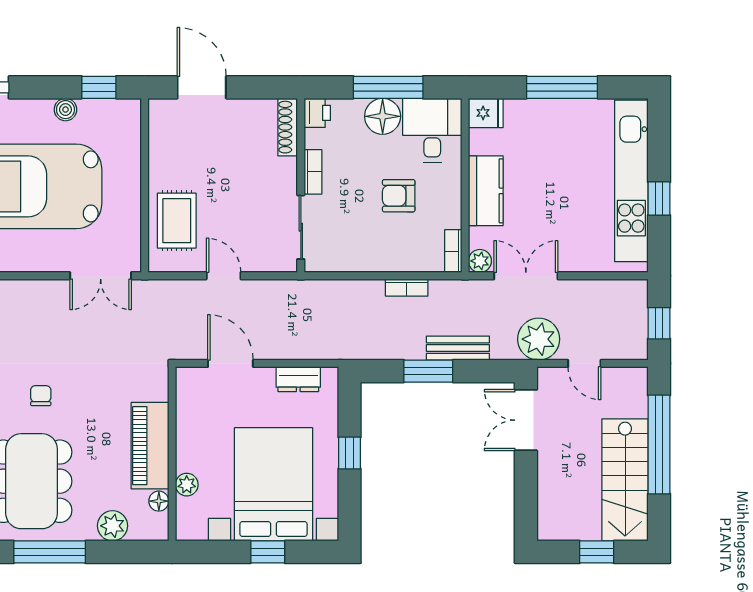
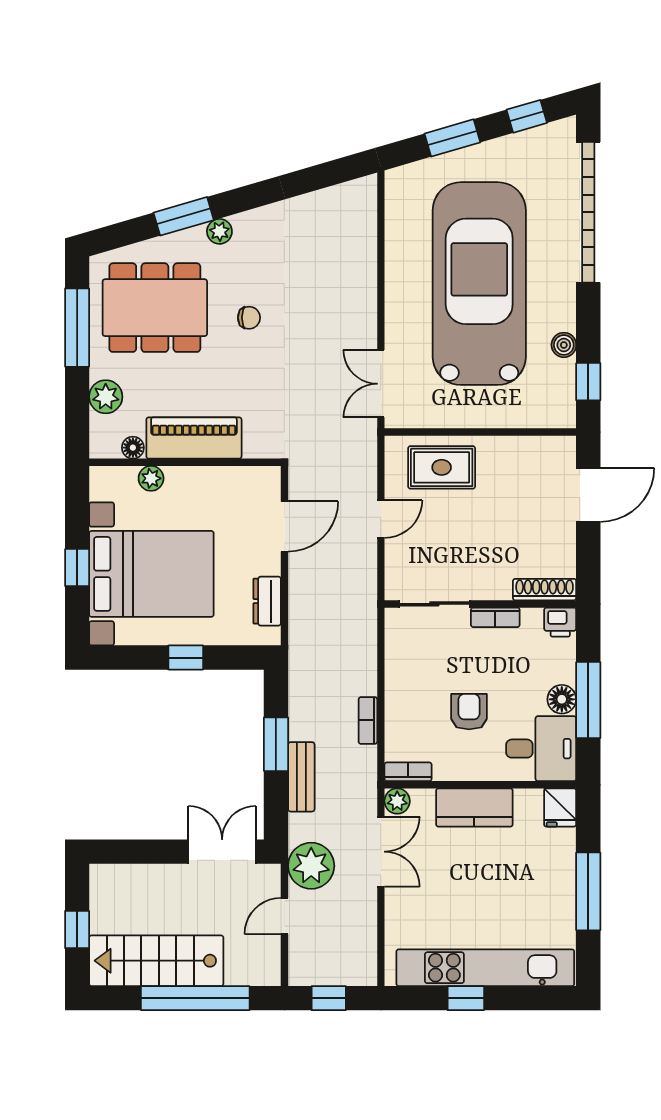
floor lamp: (383, 116) -> (562, 699), width x0.73, depth x0.73

